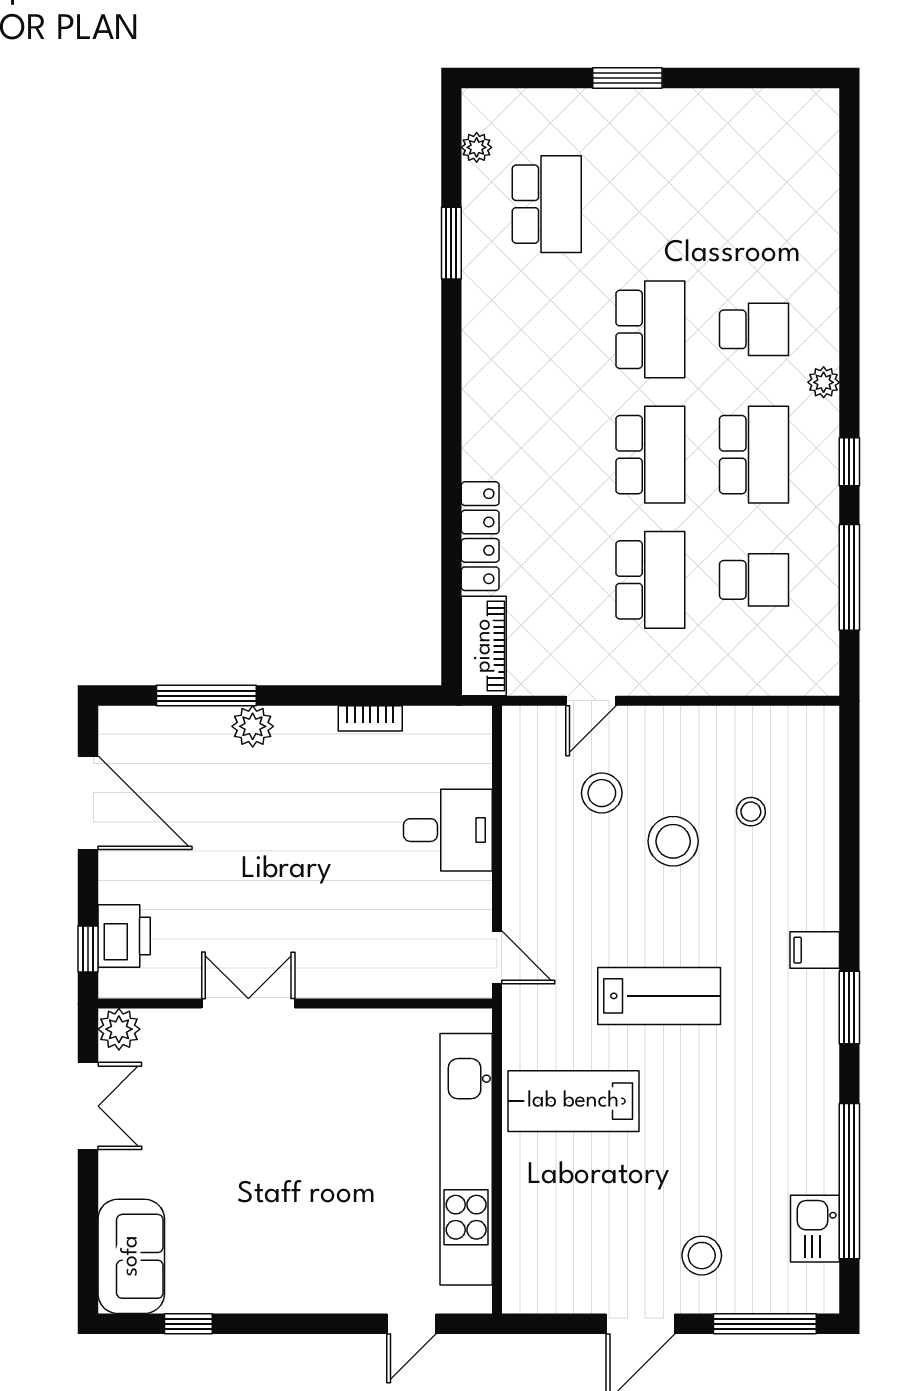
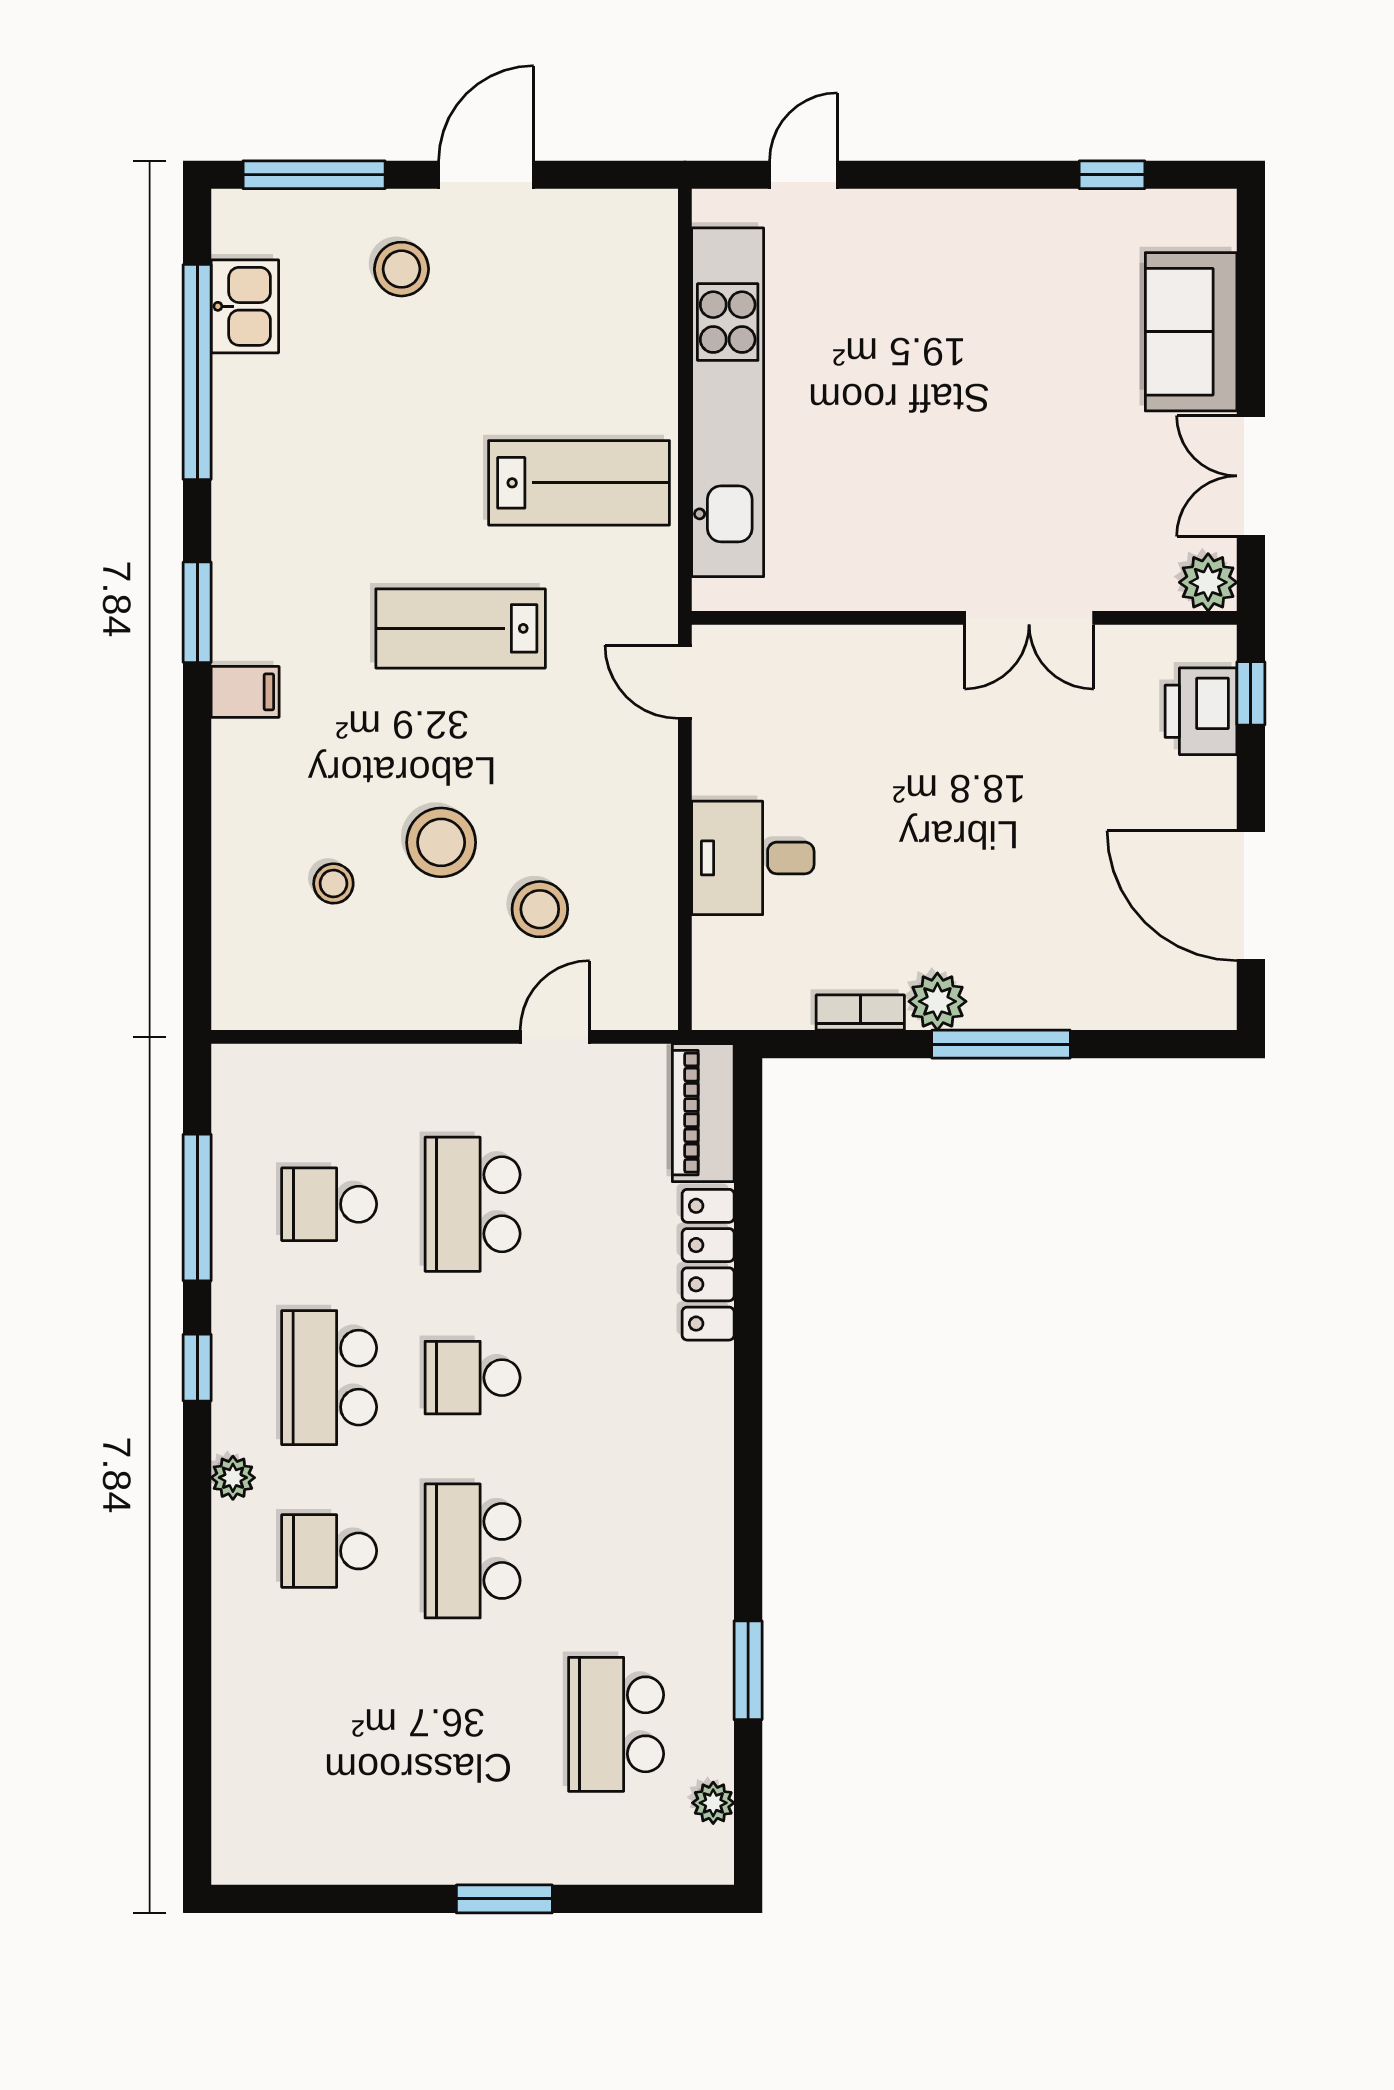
school desk: (650, 455) -> (473, 1378), width x0.54
window: (206, 696) -> (1001, 1044), moved
plant: (253, 726) -> (937, 1001), moved
sofa: (131, 1256) -> (1191, 332), moved

